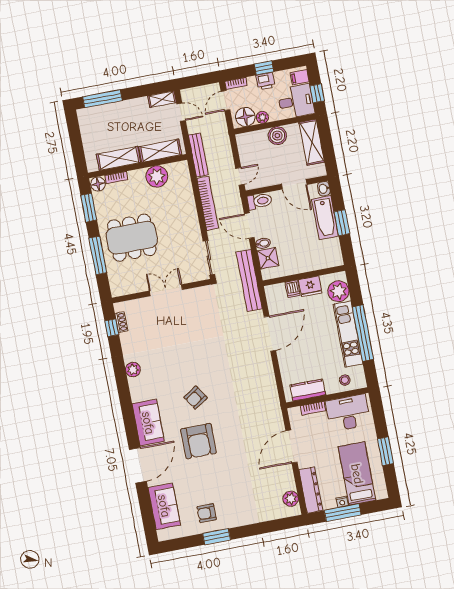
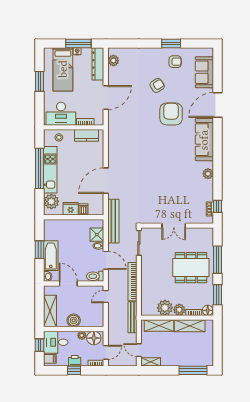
plant: (137, 177) -> (179, 310), added
armchair: (196, 398) -> (157, 85), moved
sofa: (148, 423) -> (204, 140), width x1.36

